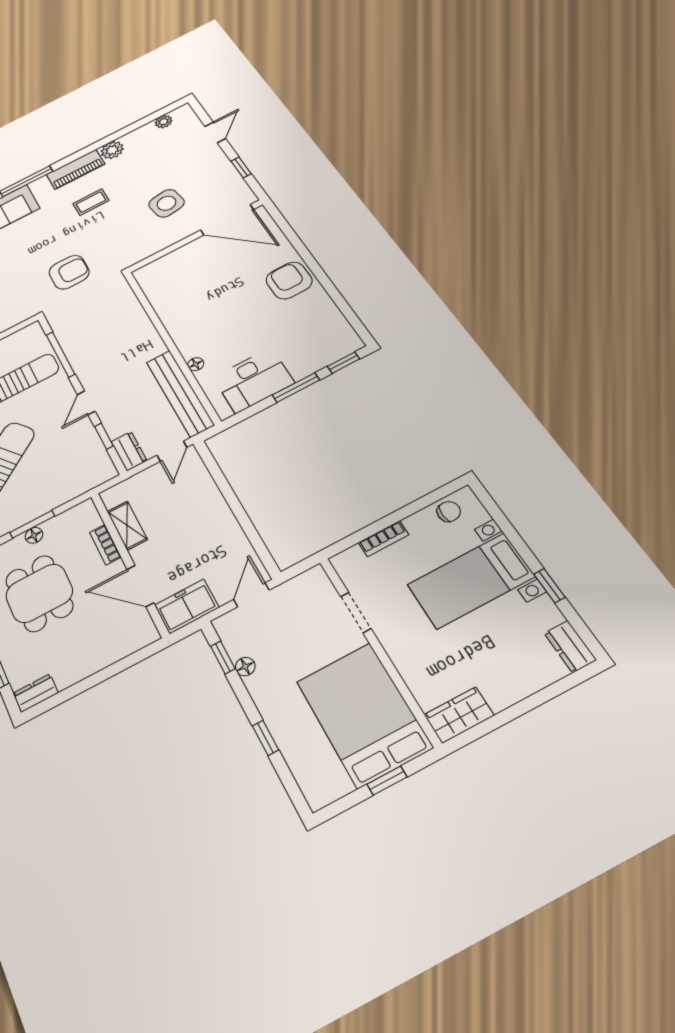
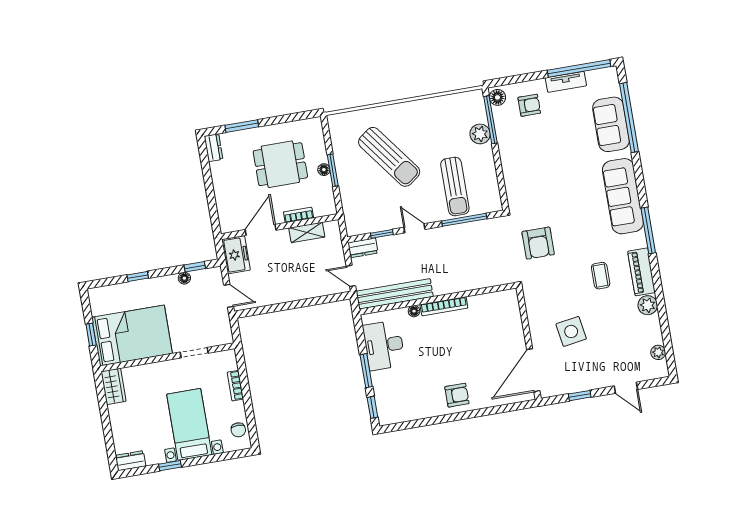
armchair: (289, 280) -> (457, 395), width x0.72, depth x0.72
bookcase: (178, 335) -> (444, 306), added

